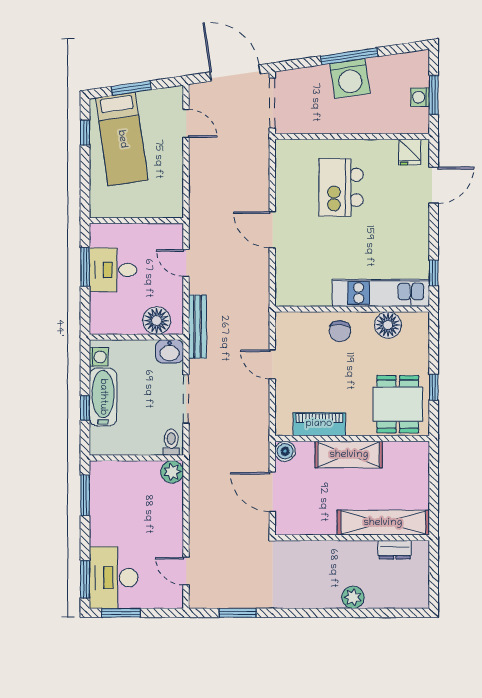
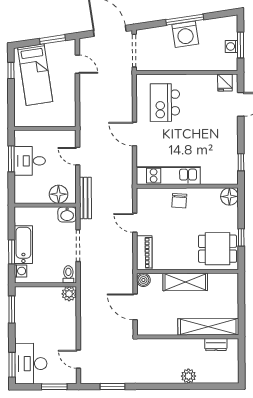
window: (131, 88) -> (53, 39), moved
kitchen island: (341, 188) -> (165, 103), moved
kitchen unit: (381, 293) -> (168, 176), moved
floor lamp: (388, 325) -> (229, 196), moved
washing machine: (99, 357) -> (21, 271), moved
dining table: (398, 404) -> (218, 249), turned 90
window: (85, 408) -> (12, 252), width x1.50
piano: (319, 424) -> (144, 253), moved, turned 90
window: (121, 613) -> (54, 387), moved

